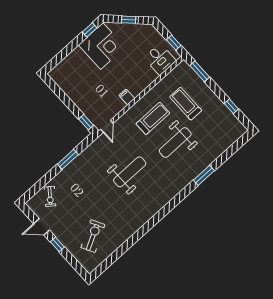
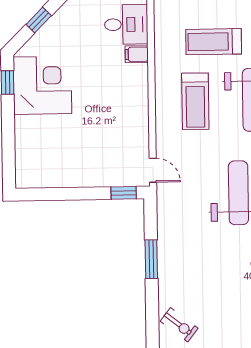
filing cabinet: (127, 97) -> (137, 54), moved
treadmill: (153, 118) -> (195, 101), turned 180

